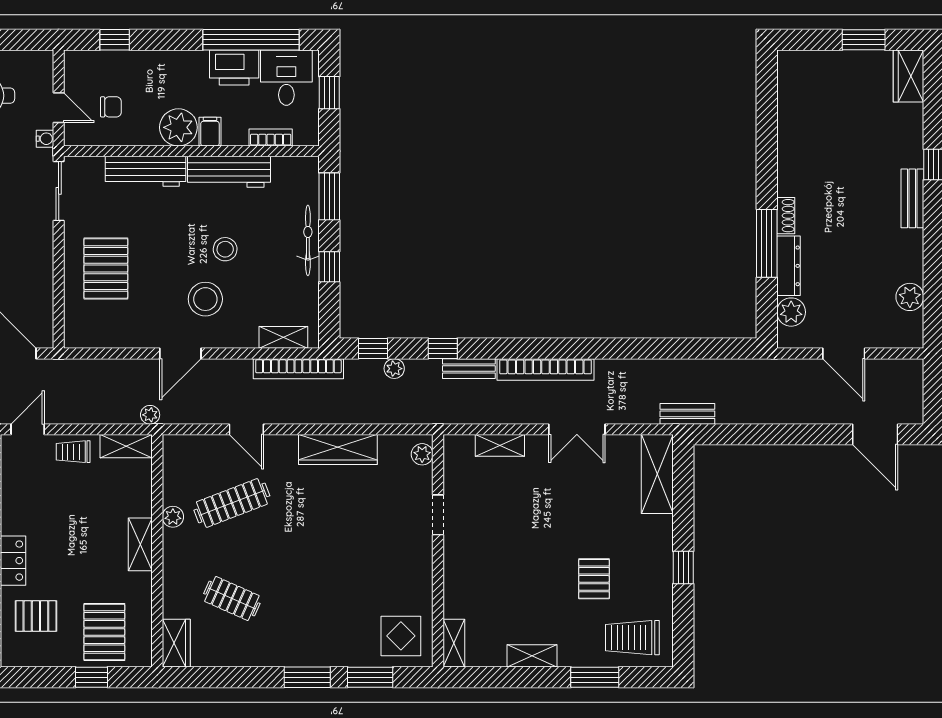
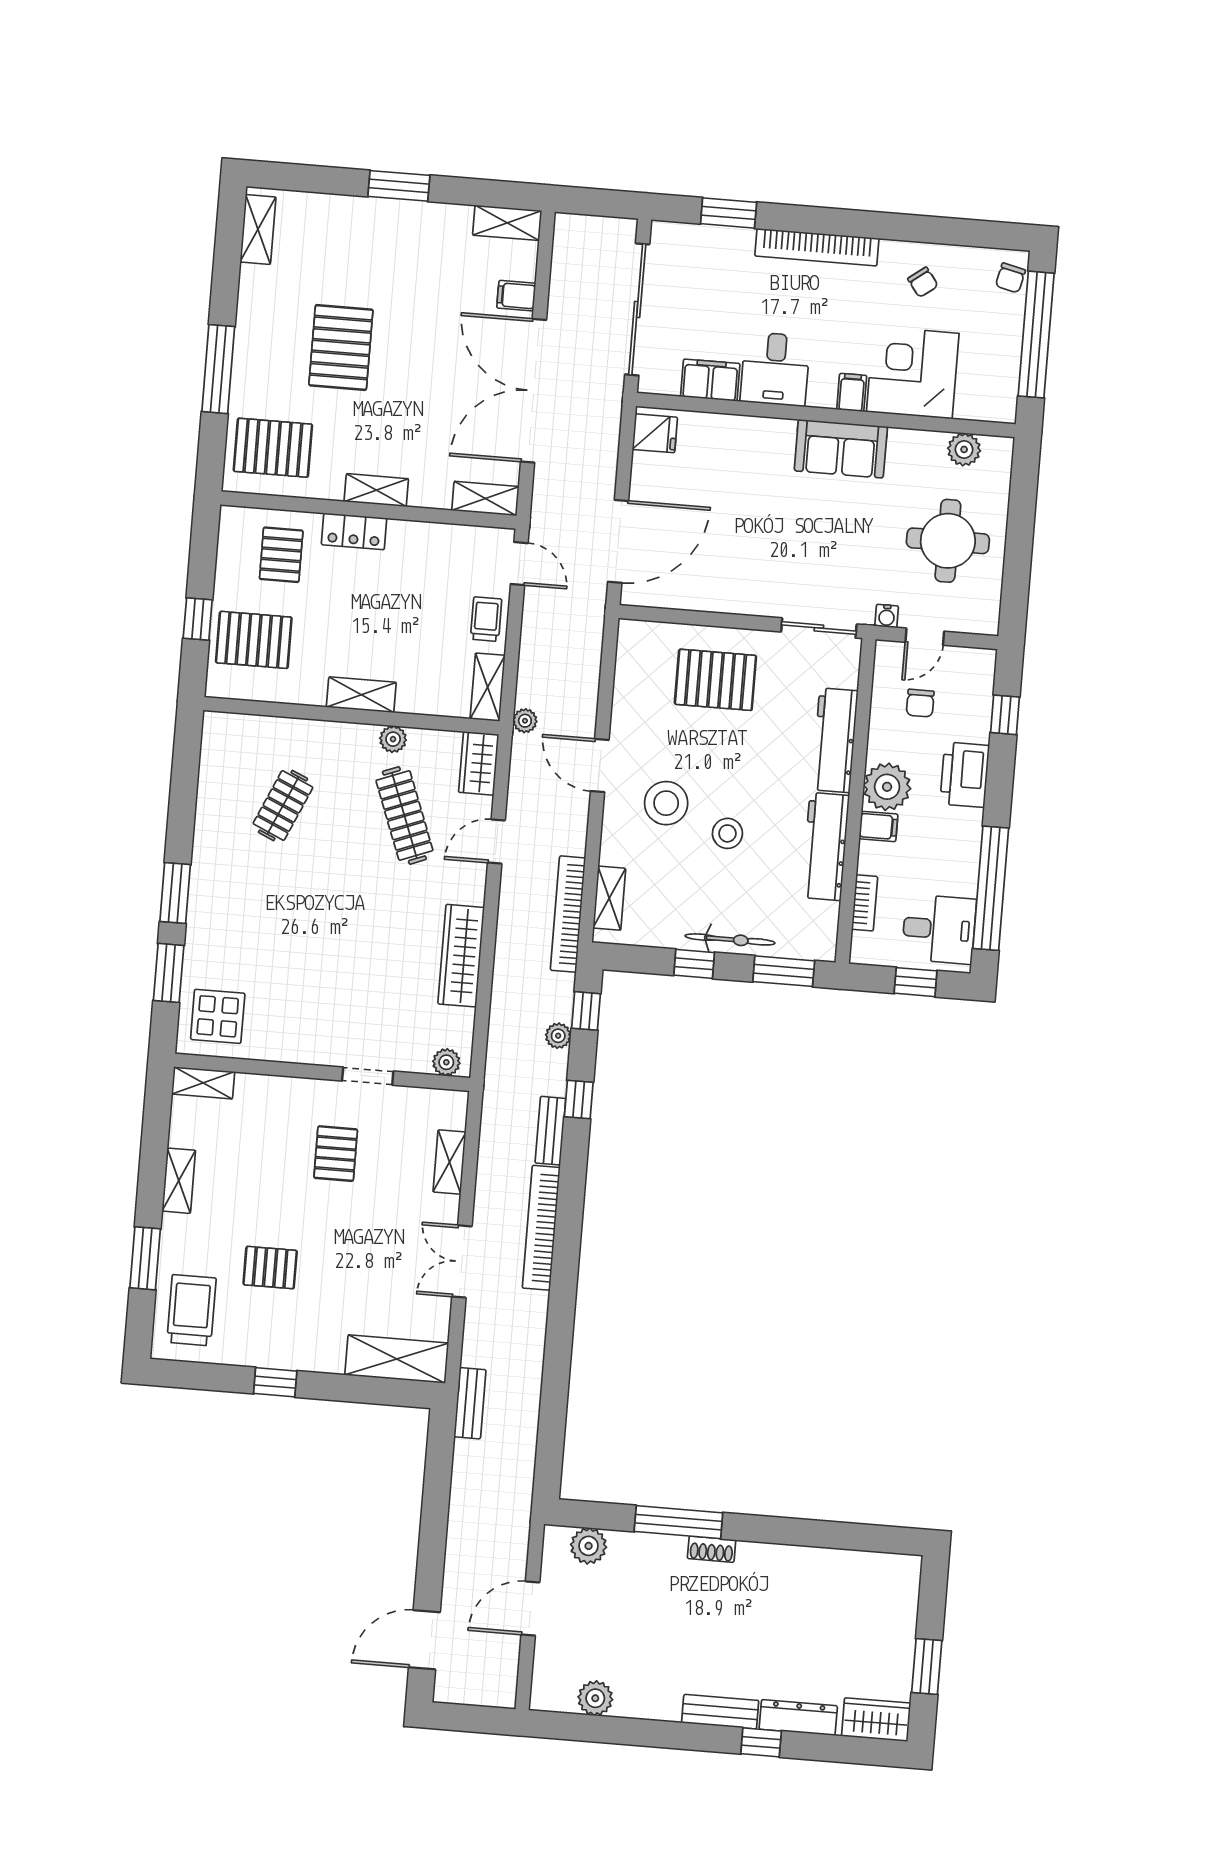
printer: (234, 68) -> (965, 775), moved
dresser: (789, 266) -> (798, 1718), moved, turned 180
pallet: (501, 535) -> (336, 1154), added
wardrobe: (176, 643) -> (479, 763), moved, turned 90

